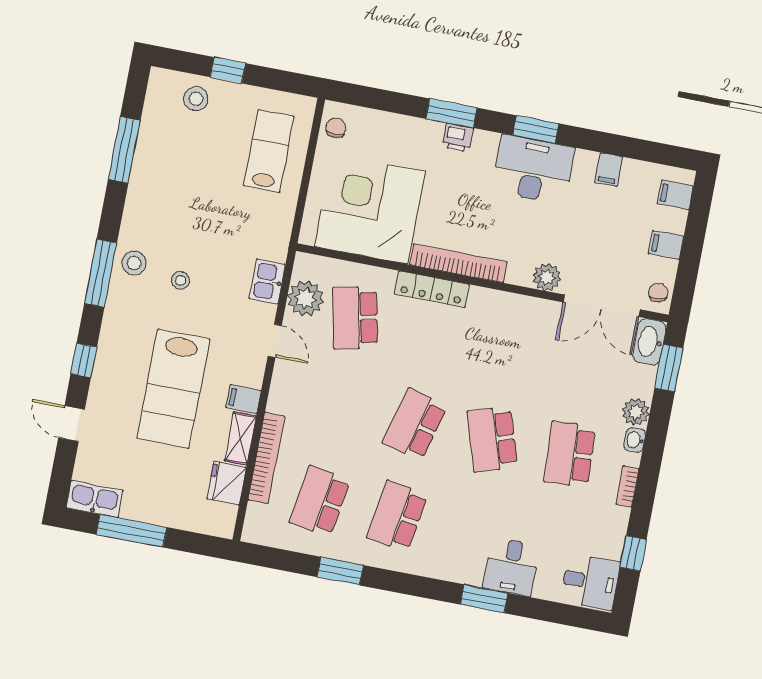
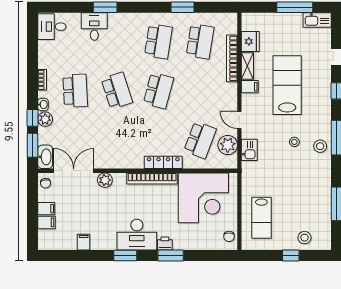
desk: (533, 169) -> (137, 235), moved
filing cabinet: (675, 195) -> (46, 222), moved
school desk: (355, 318) -> (200, 140), turned 33
window: (633, 553) -> (32, 118), moved

